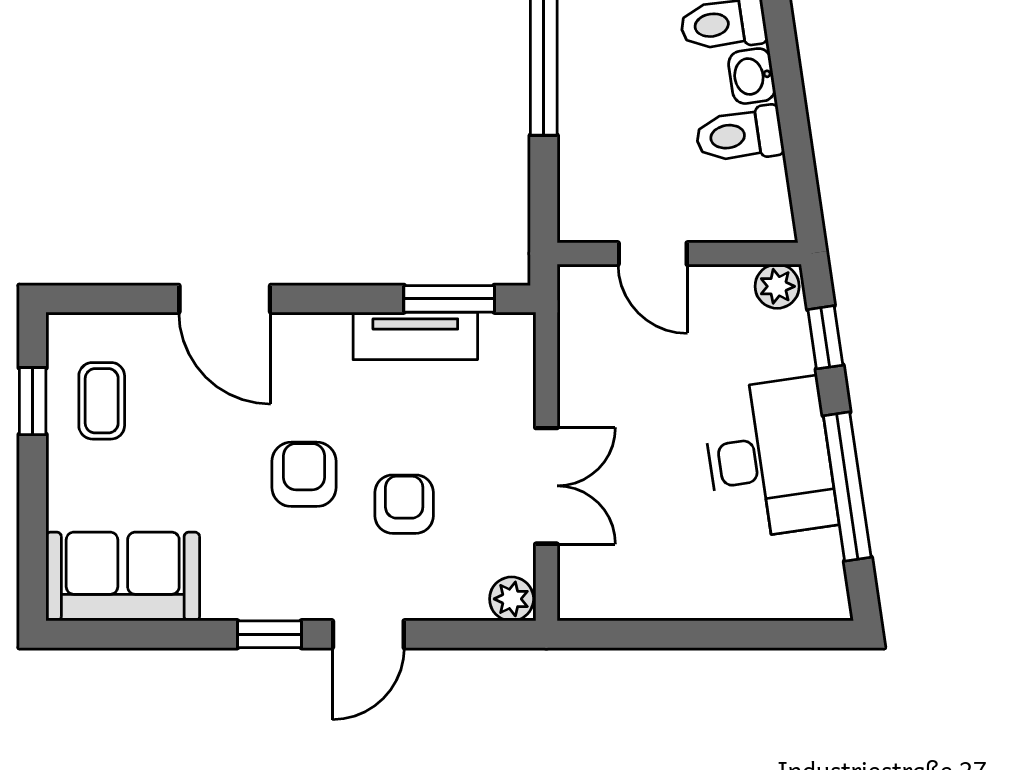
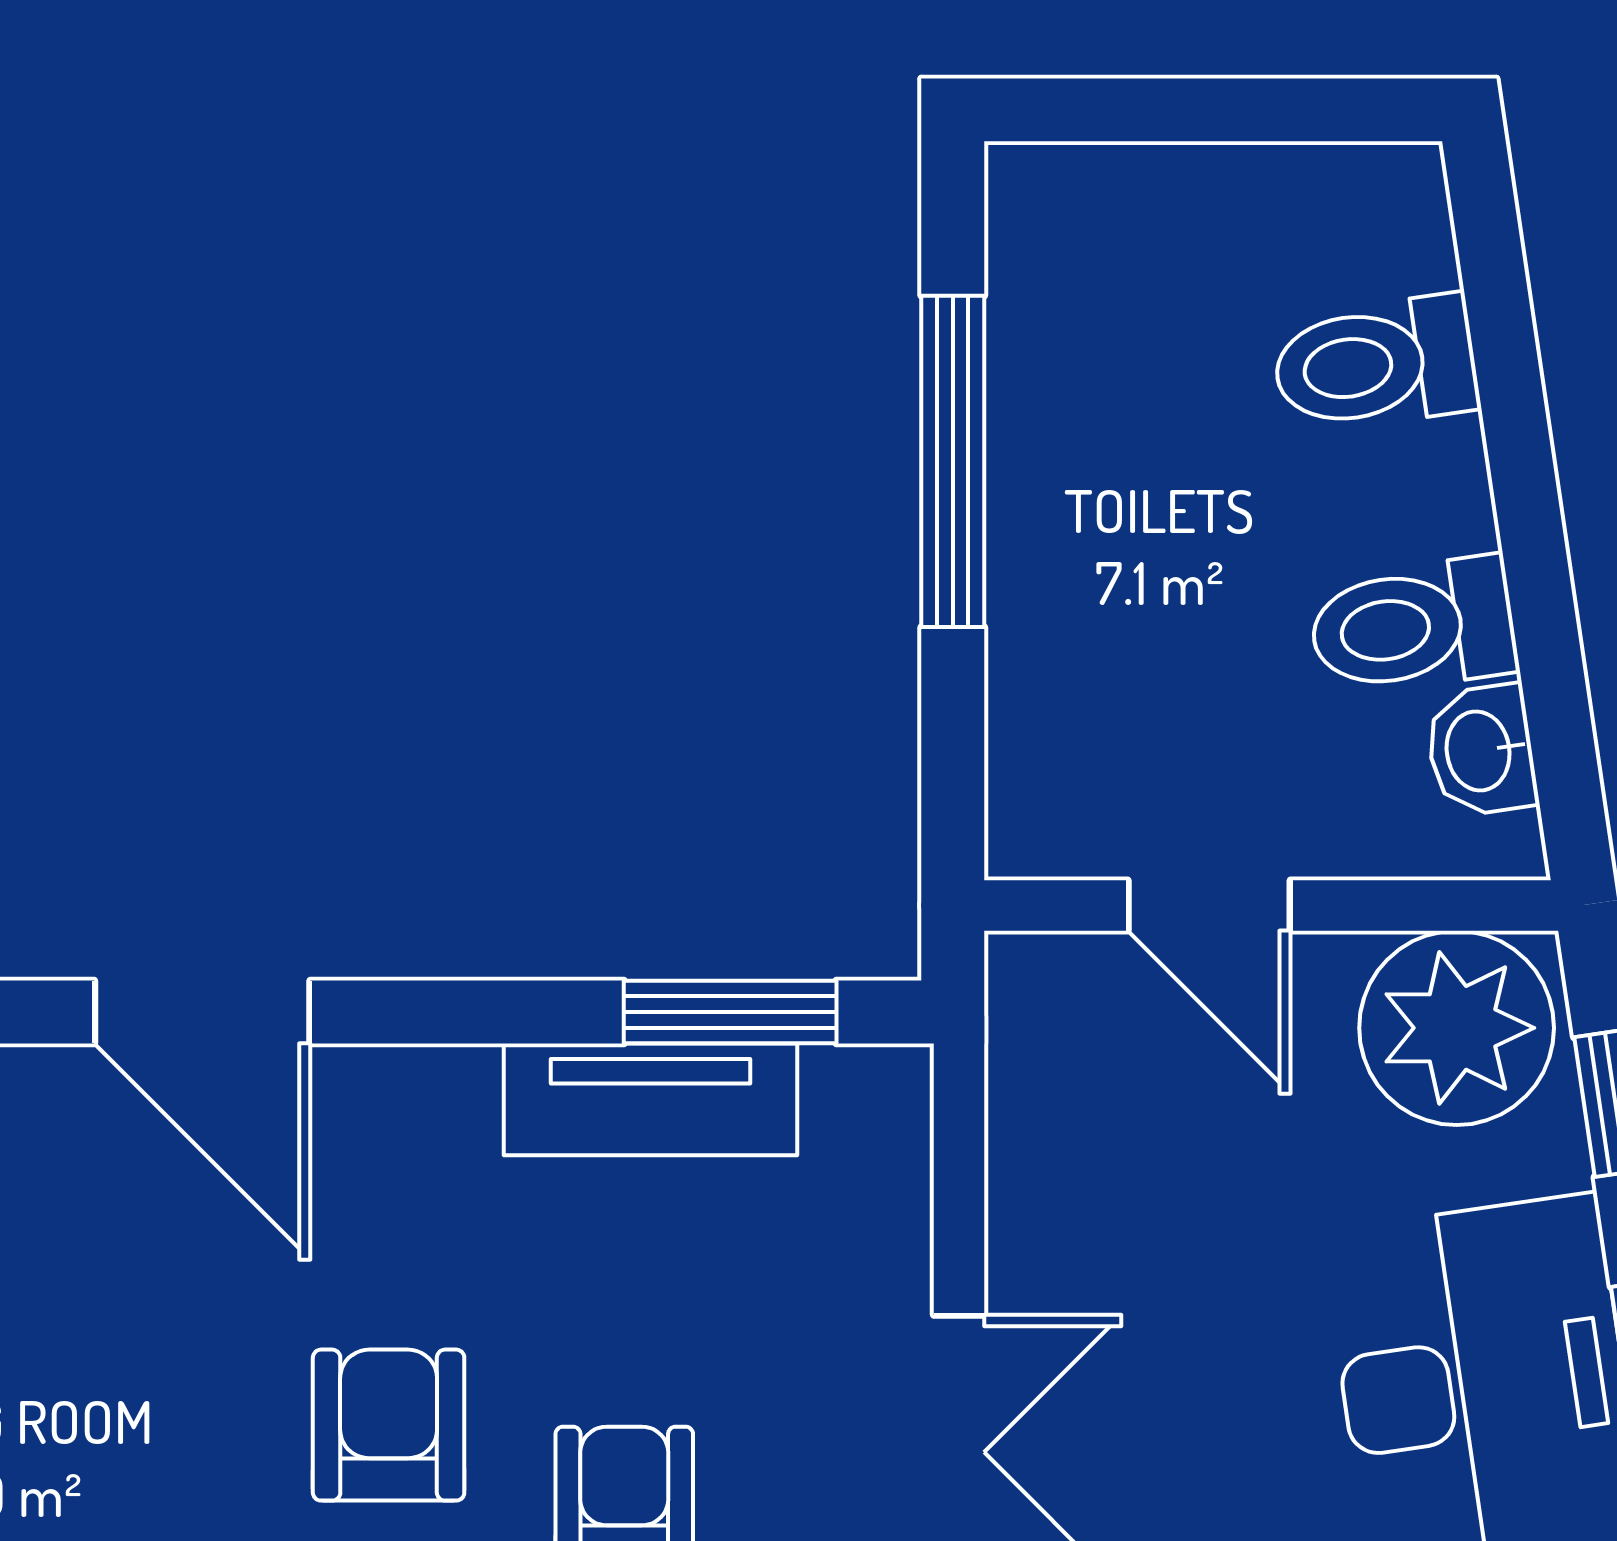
washbasin: (752, 76) -> (1481, 751), moved
plant: (777, 286) -> (1457, 1028), width x1.87, depth x1.87

